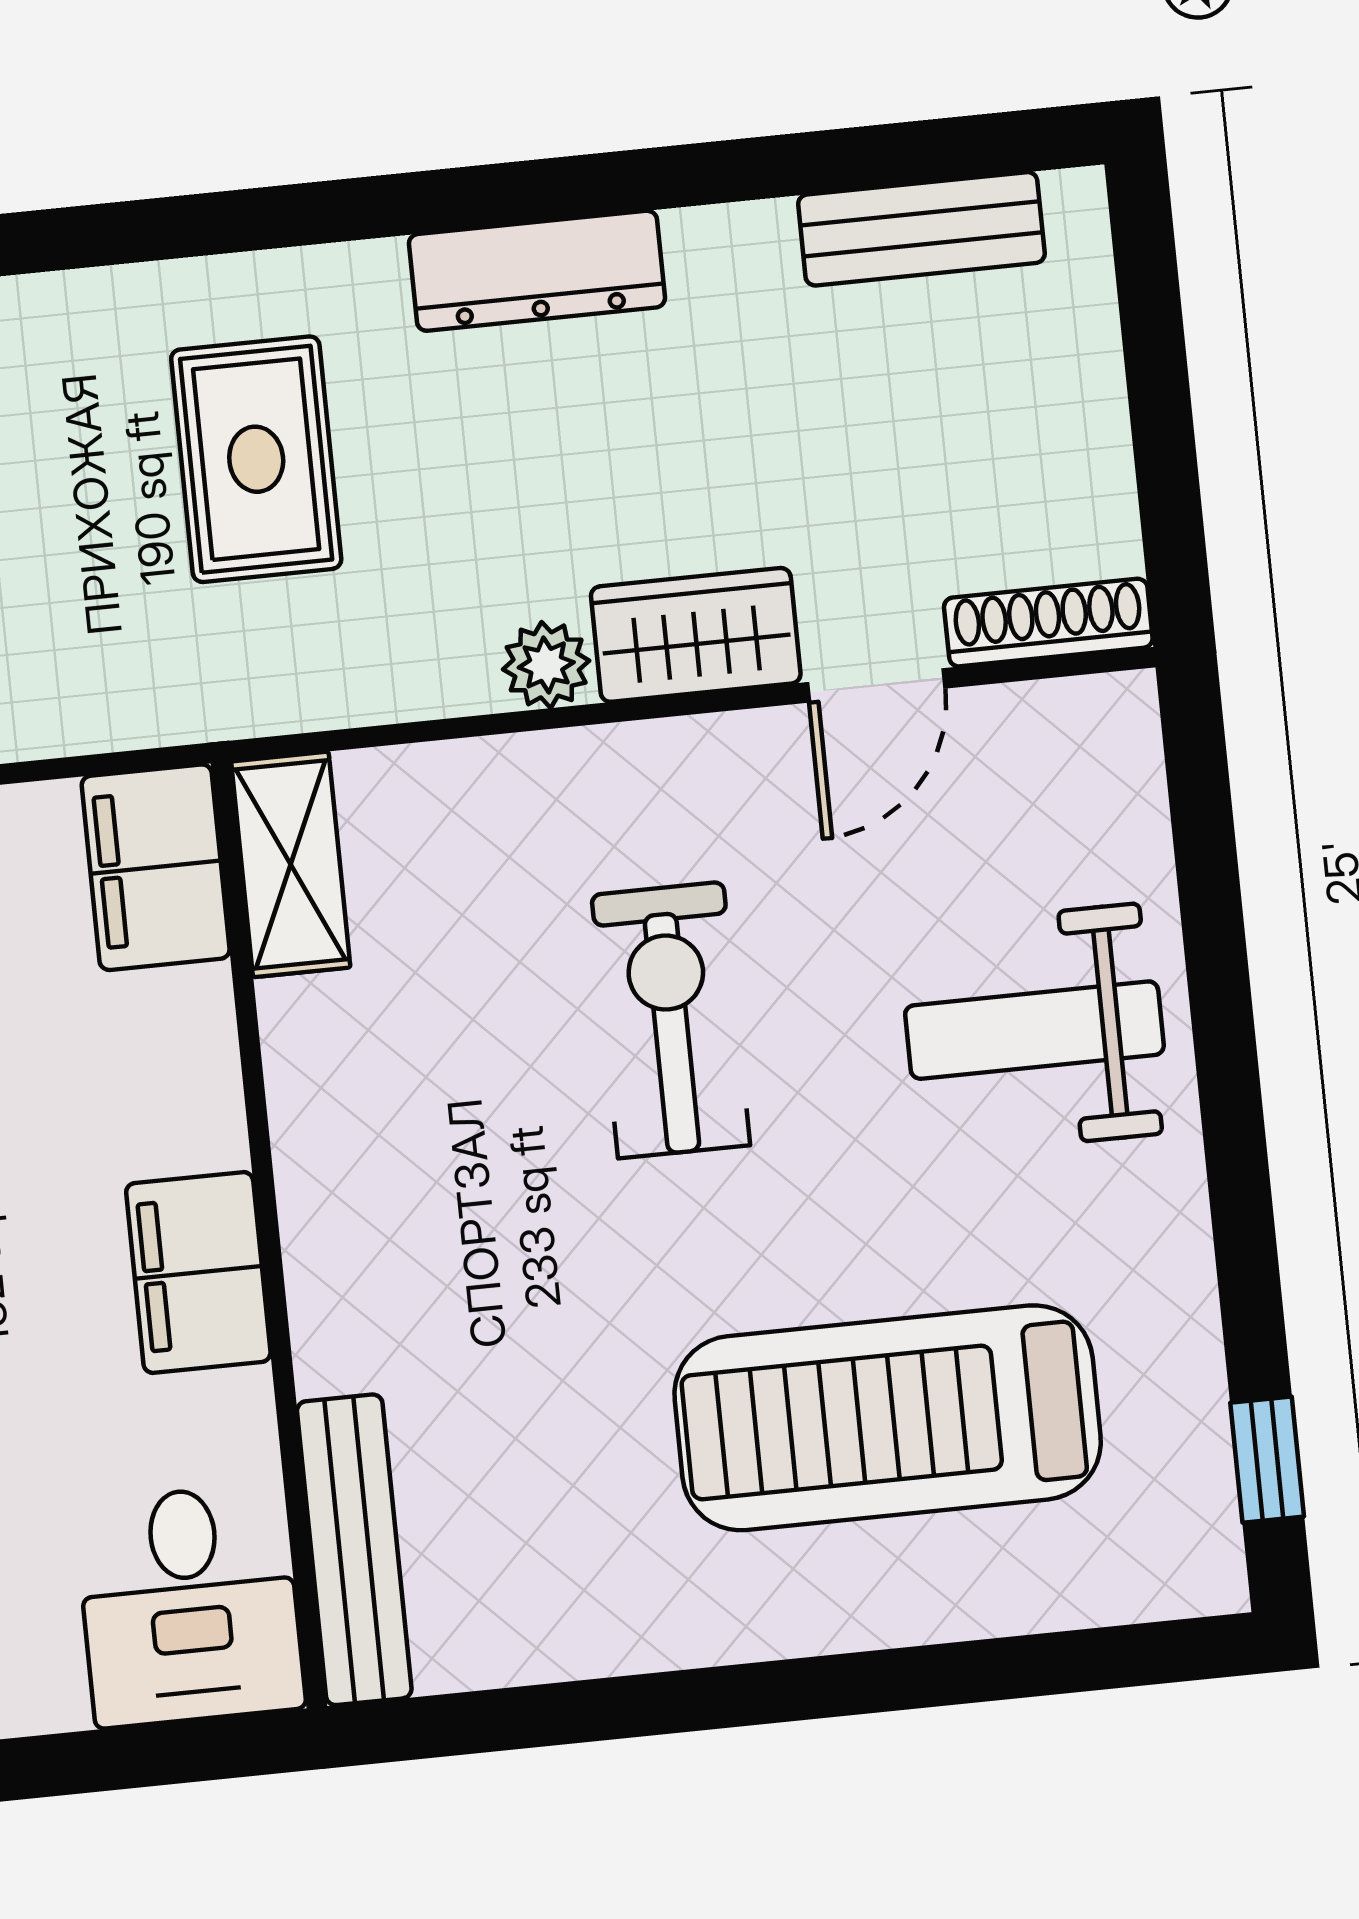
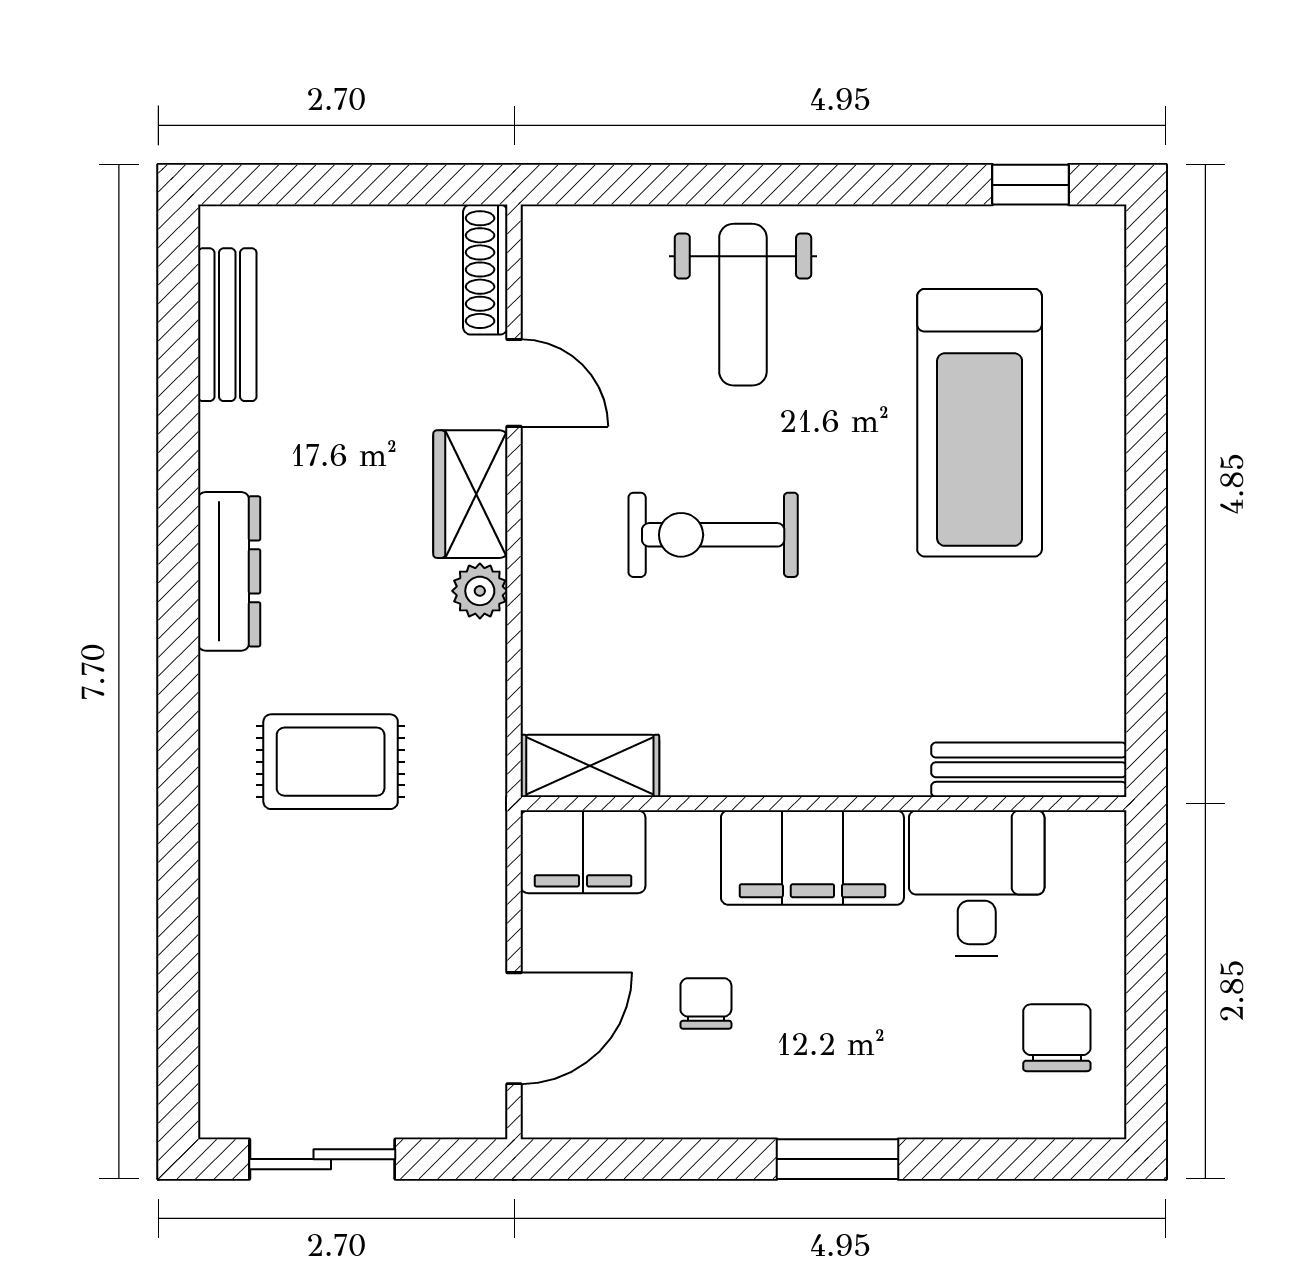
filing cabinet: (198, 1272) -> (812, 858), width x1.50, depth x1.17
desk: (190, 1605) -> (977, 883), moved, turned -90

